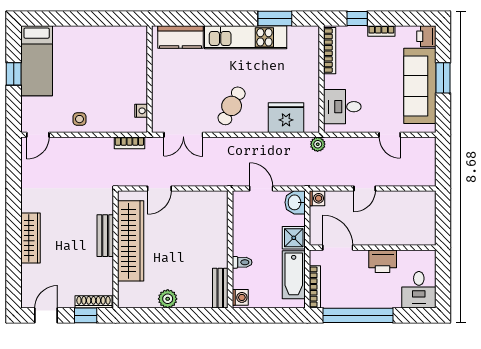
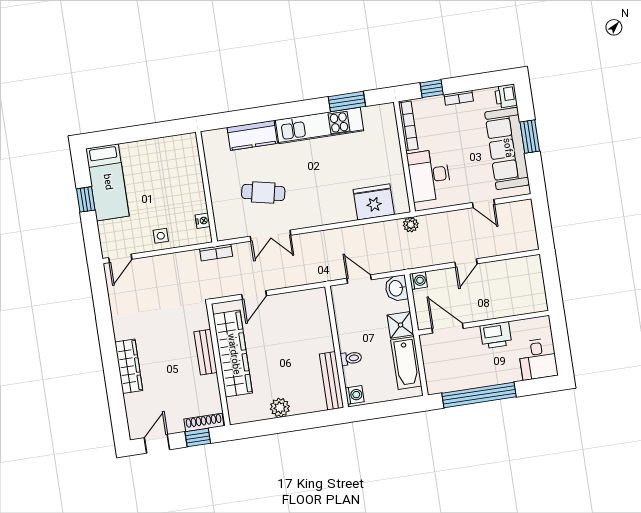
wall: (149, 79) -> (206, 187), moved
cafe table: (232, 106) -> (263, 193), moved, turned 74
desk: (342, 107) -> (429, 175), width x1.37
nightstand: (141, 111) -> (203, 221), moved
bookcase: (315, 287) -> (430, 372), removed
bench: (220, 288) -> (331, 381), width x1.36

